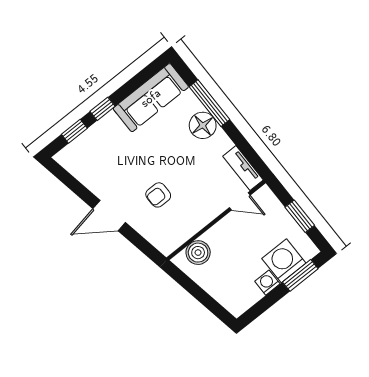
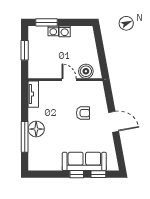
sofa: (151, 98) -> (84, 161), moved
door: (240, 201) -> (69, 80), moved
washing machine: (284, 261) -> (53, 31), width x0.53, depth x0.53

